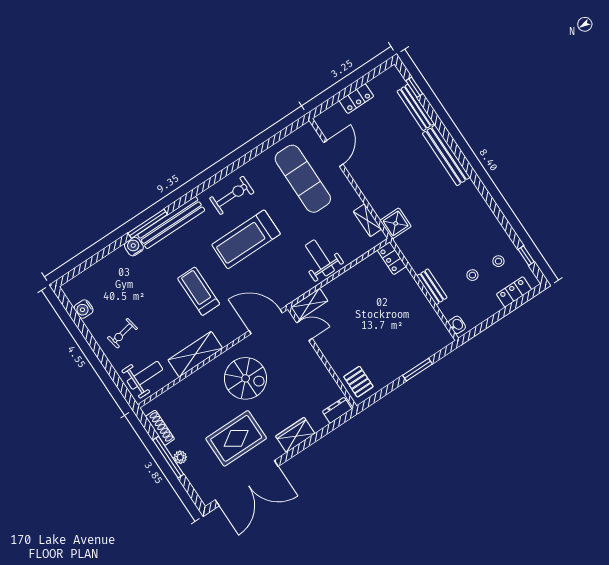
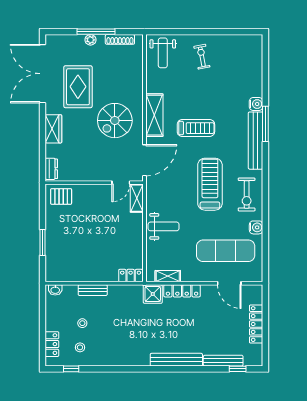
locker: (356, 99) -> (256, 324), width x1.53
locker: (373, 196) -> (182, 291), added
water cooler: (84, 309) -> (256, 227), moved, turned 90
shelving: (195, 354) -> (154, 115), moved

